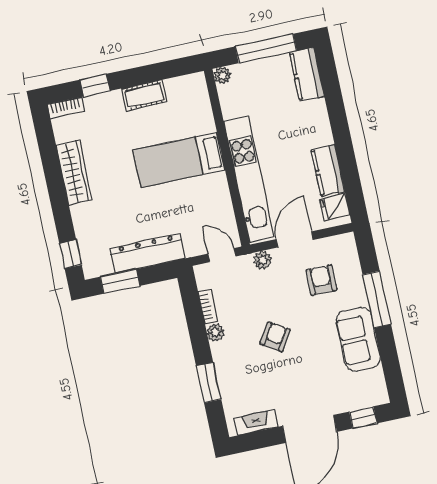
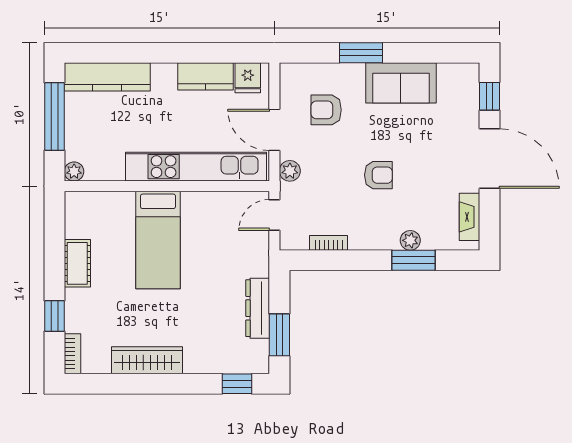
kitchen counter: (307, 74) -> (107, 77), width x1.50
dresser: (148, 253) -> (258, 308), width x0.73, depth x0.80
window: (377, 299) -> (361, 53), width x0.69
plant: (216, 333) -> (410, 240), moved
armchair: (275, 337) -> (378, 175), turned 148

